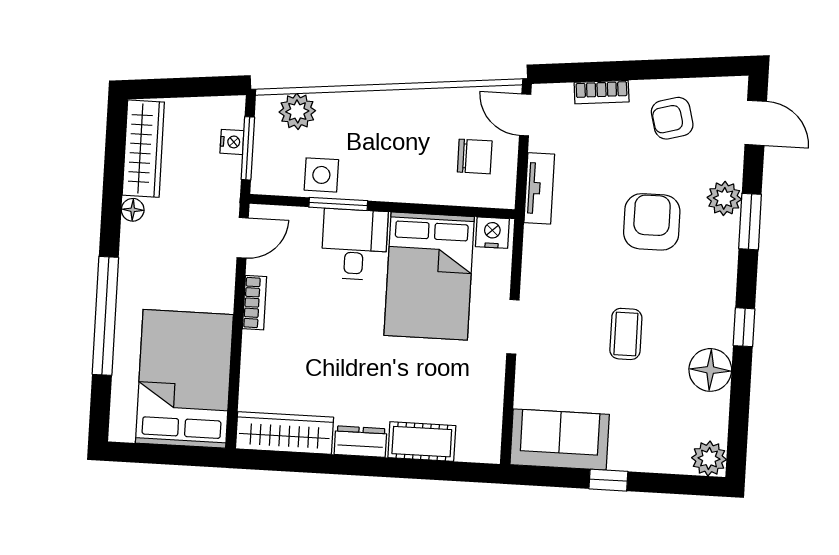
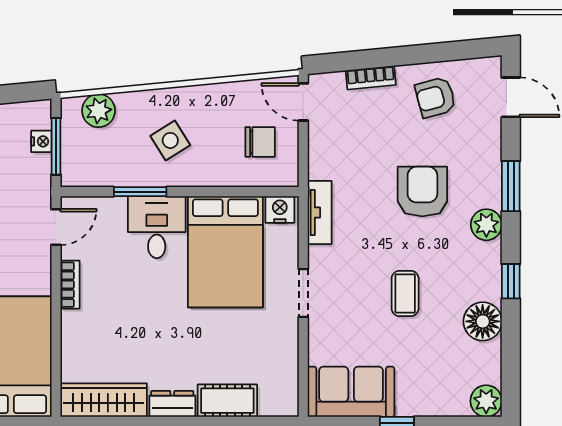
side table: (321, 175) -> (170, 140), moved, turned -32
tv unit: (539, 188) -> (320, 212), moved
plant: (724, 198) -> (486, 225), moved

